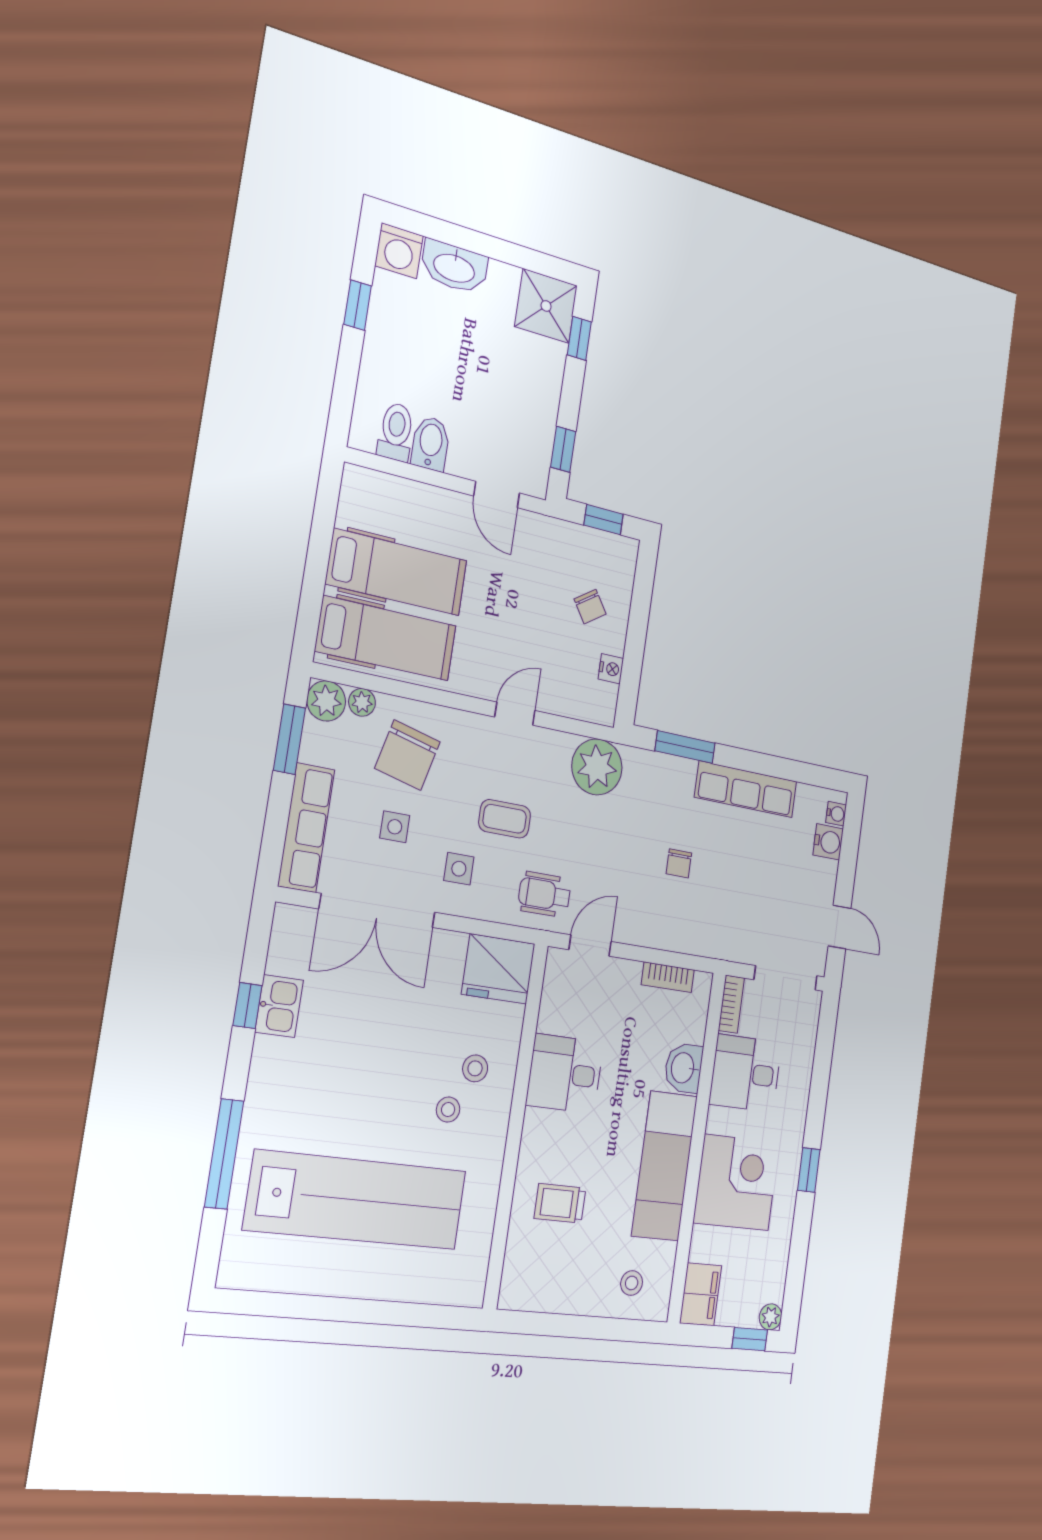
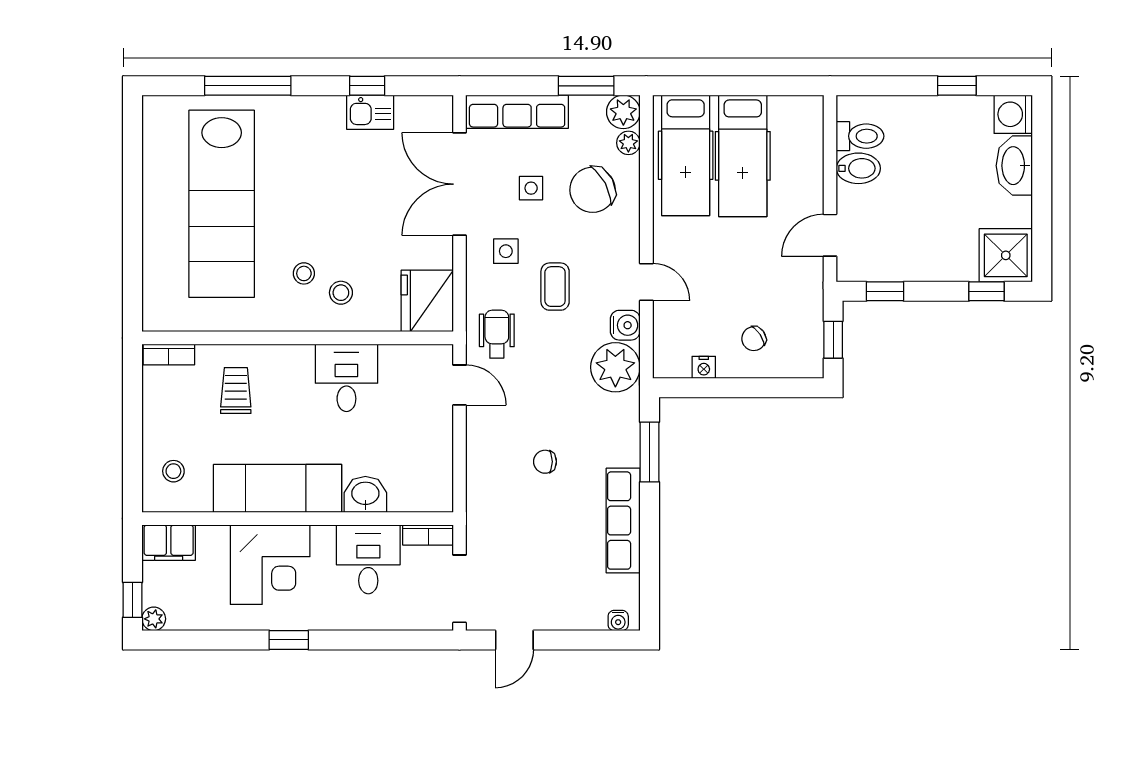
chair: (407, 755) -> (592, 190), turned -42
water cooler: (828, 842) -> (625, 325), moved, turned -90
bookcase: (668, 977) -> (169, 355), moved, turned -90

